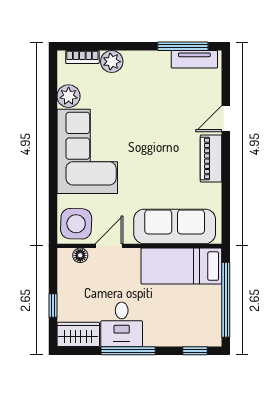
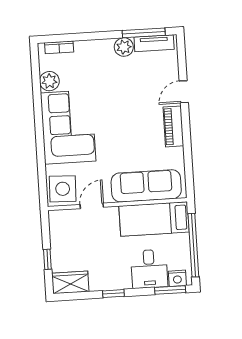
plant: (112, 62) -> (124, 47), moved
floor lamp: (80, 255) -> (68, 215), removed
desk: (122, 324) -> (149, 269), moved
nightstand: (204, 337) -> (177, 278), added
window: (128, 351) -> (113, 294), width x0.46
window: (195, 351) -> (170, 290), width x1.50

